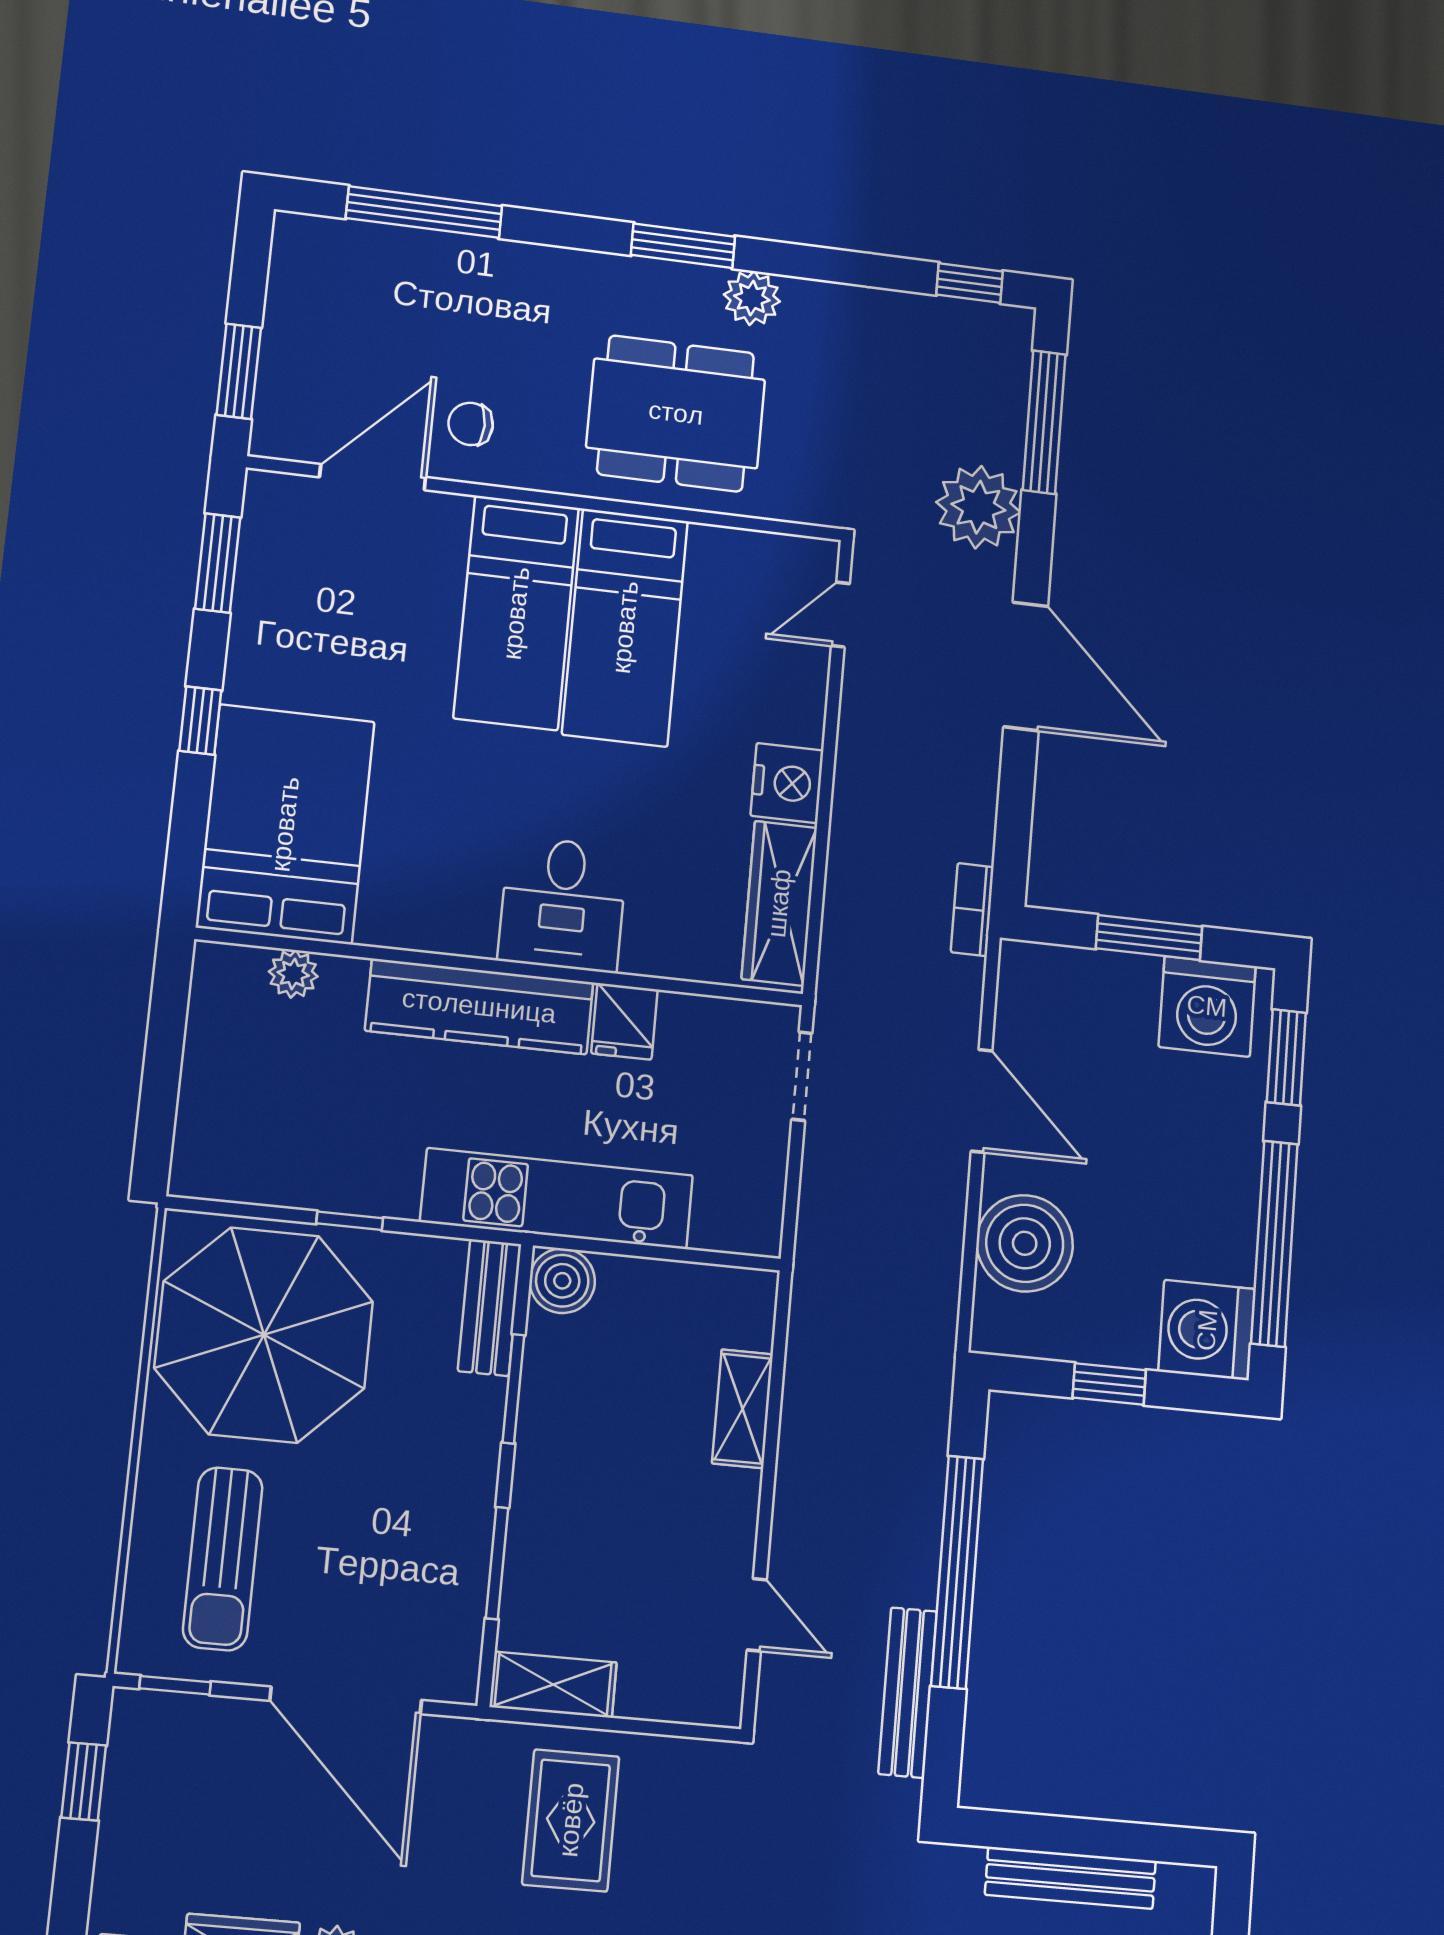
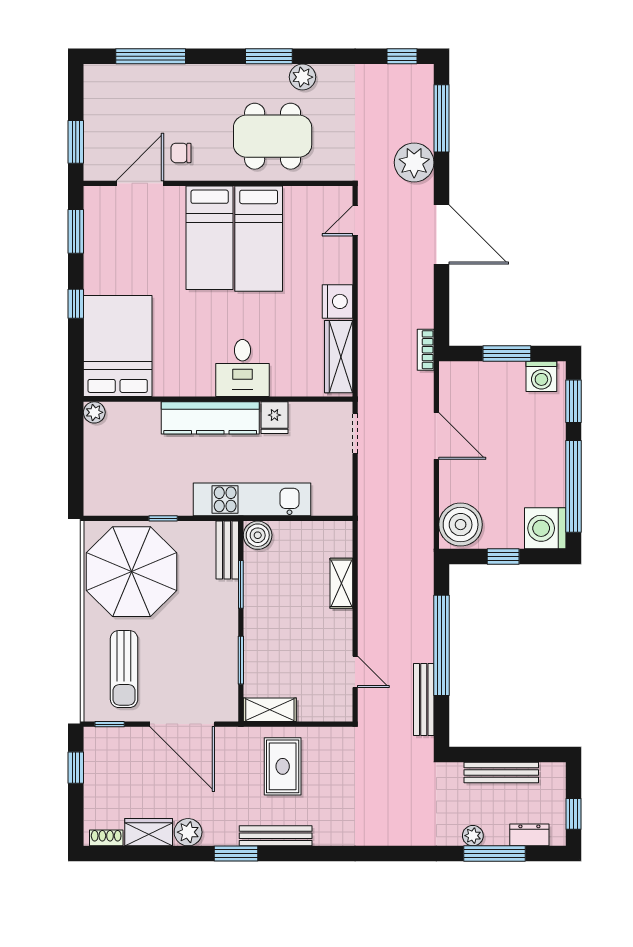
plant: (293, 974) -> (94, 412), moved
washing machine: (1207, 1006) -> (541, 376), width x0.73, depth x0.73
boiler: (1025, 1243) -> (461, 525), moved

